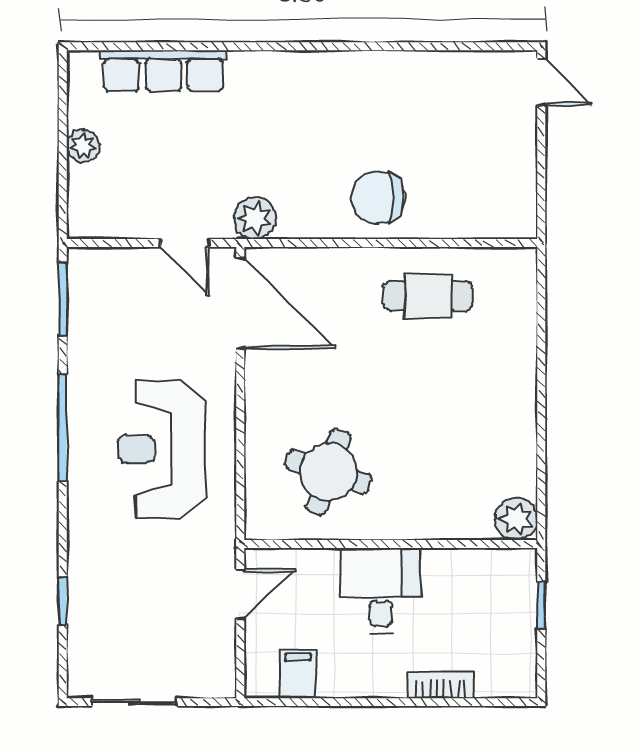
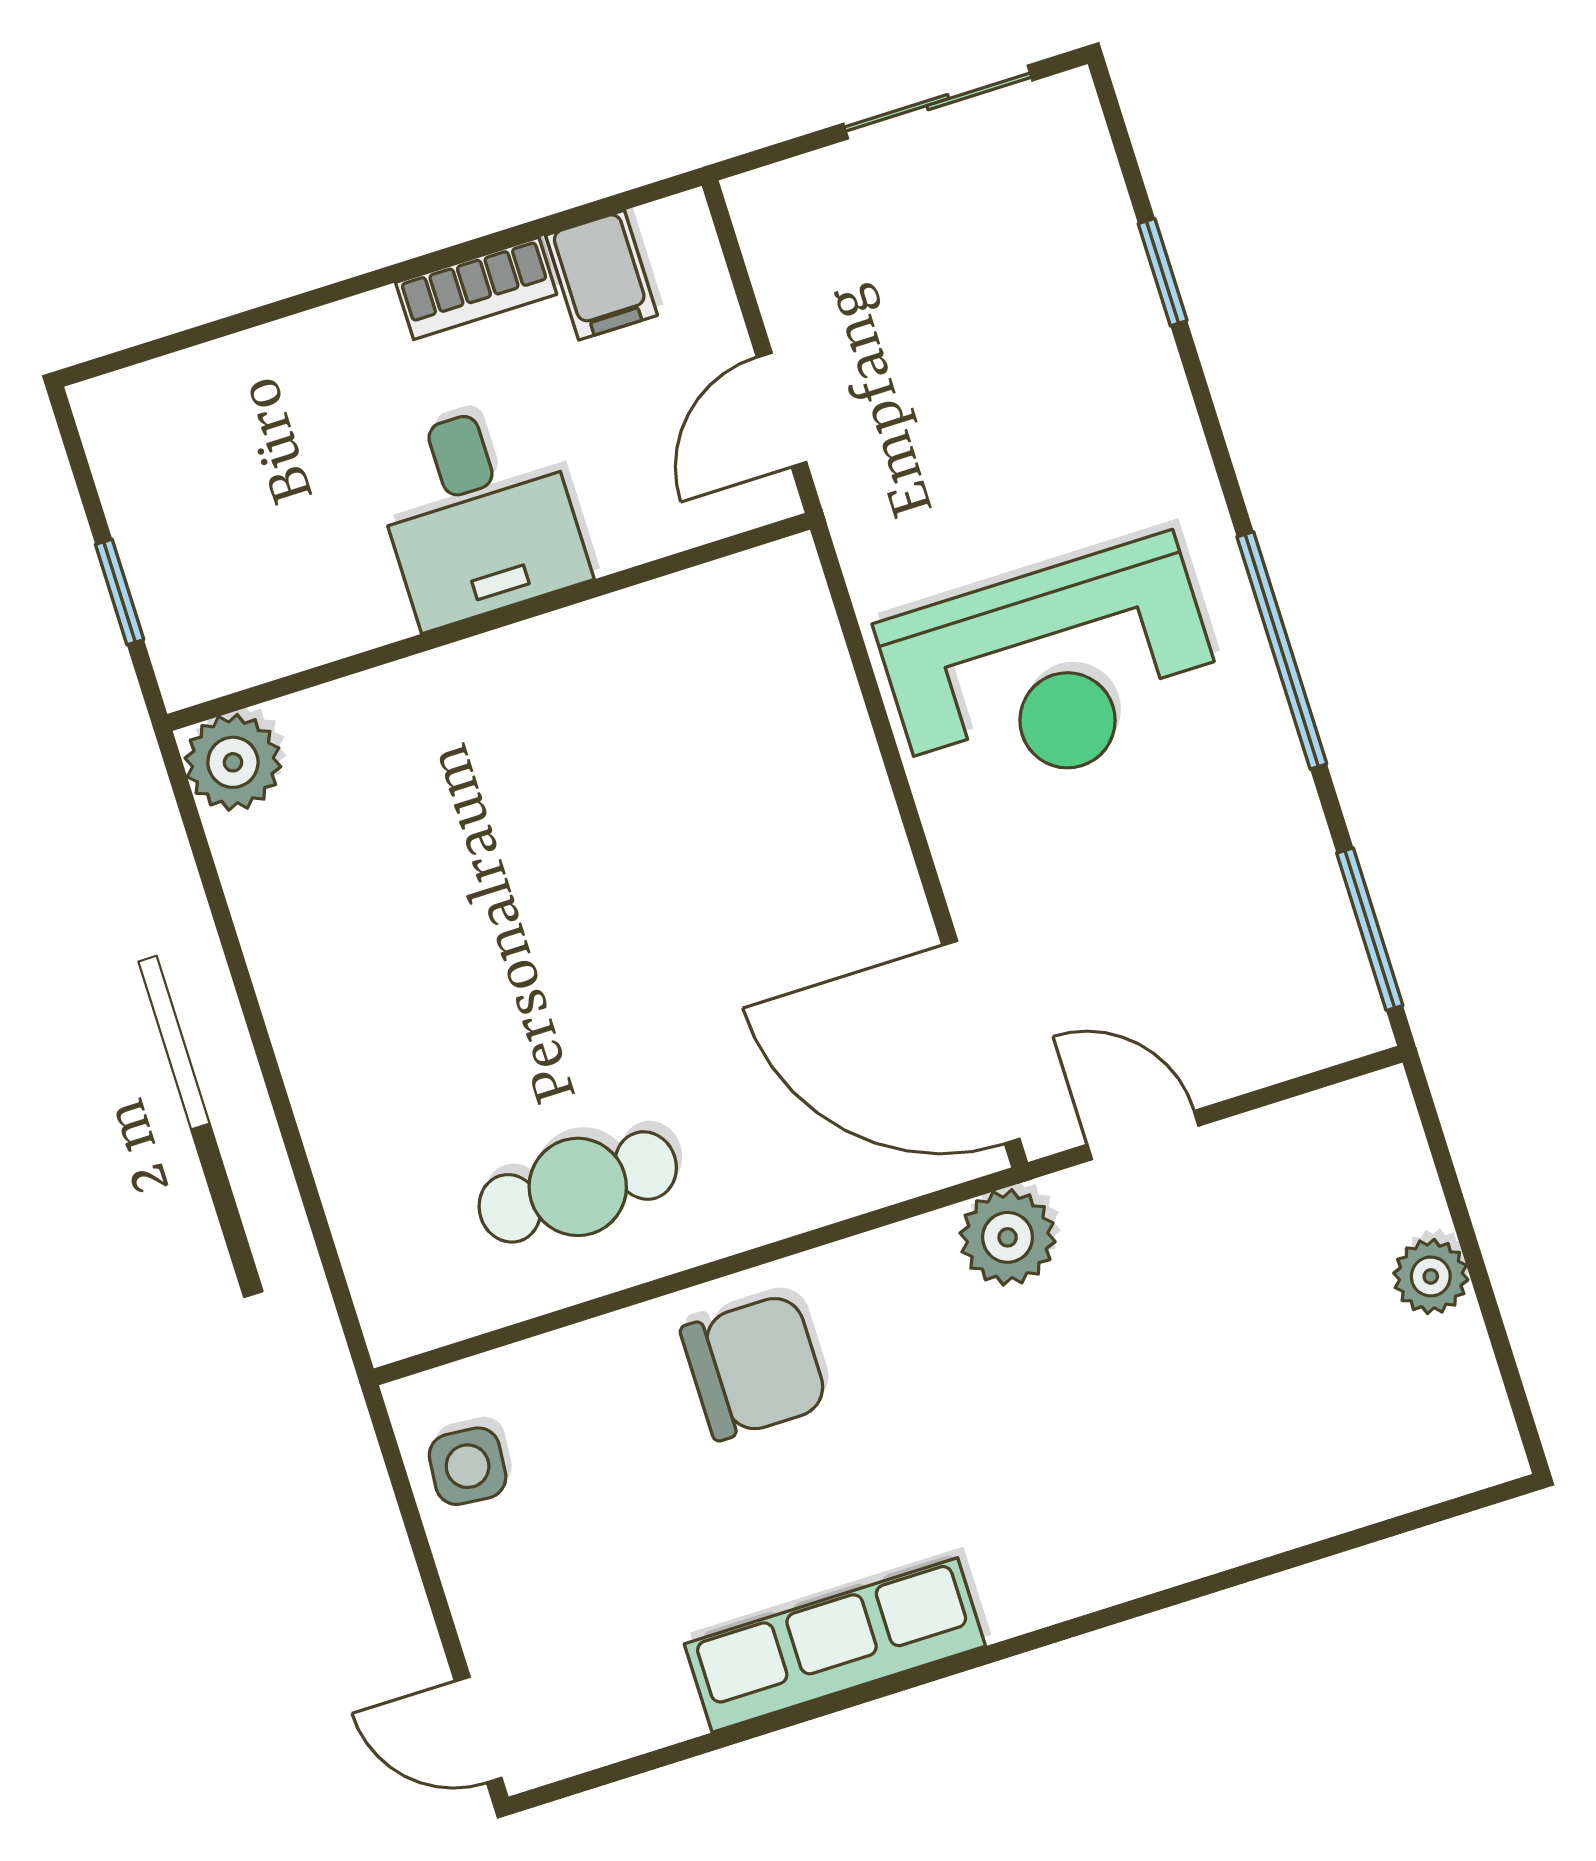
row of seats: (163, 70) -> (835, 1645), moved
side table: (511, 194) -> (468, 1466), added
reception desk: (162, 449) -> (1052, 671), turned 90
round table: (328, 472) -> (674, 736), removed
bookcase: (440, 685) -> (476, 288), moved

